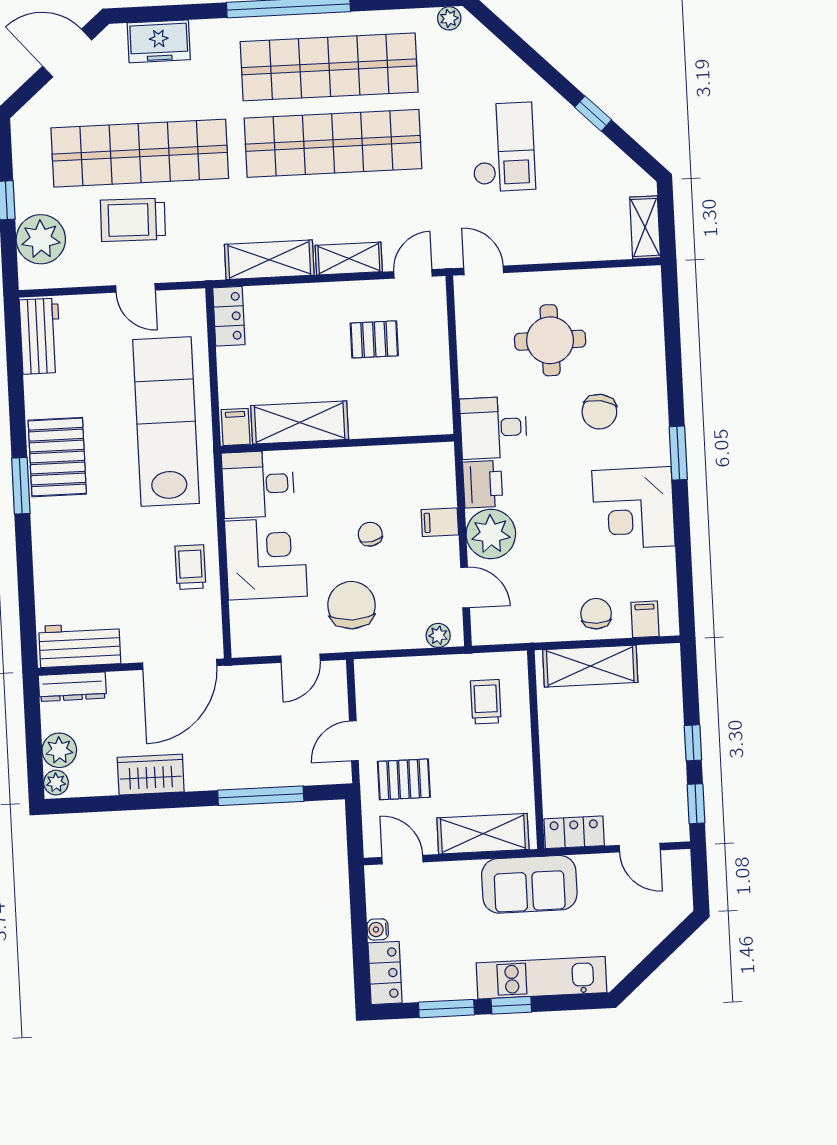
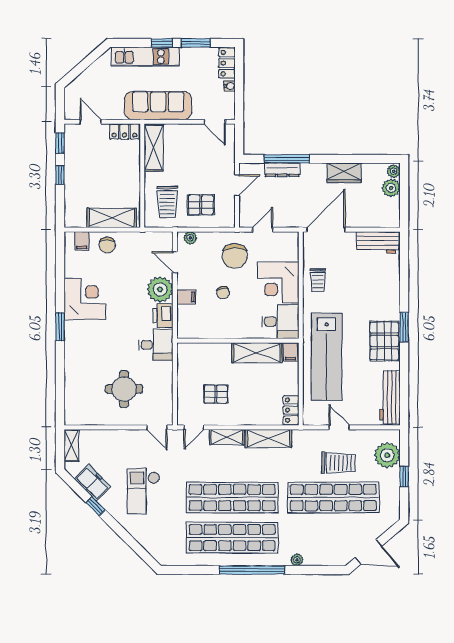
plant: (449, 18) -> (297, 560), moved
freezer: (159, 41) -> (93, 483), moved, turned 45
workbench: (40, 336) -> (390, 397), width x1.38
chair: (599, 412) -> (100, 350), removed
dresser: (72, 687) -> (282, 170), moved, turned 180
trolley: (486, 702) -> (167, 202), width x1.36, depth x1.39
pallet: (404, 779) -> (201, 205), moved
shelving: (483, 834) -> (154, 148), moved, turned 90
sofa: (529, 884) -> (158, 106), width x1.36

